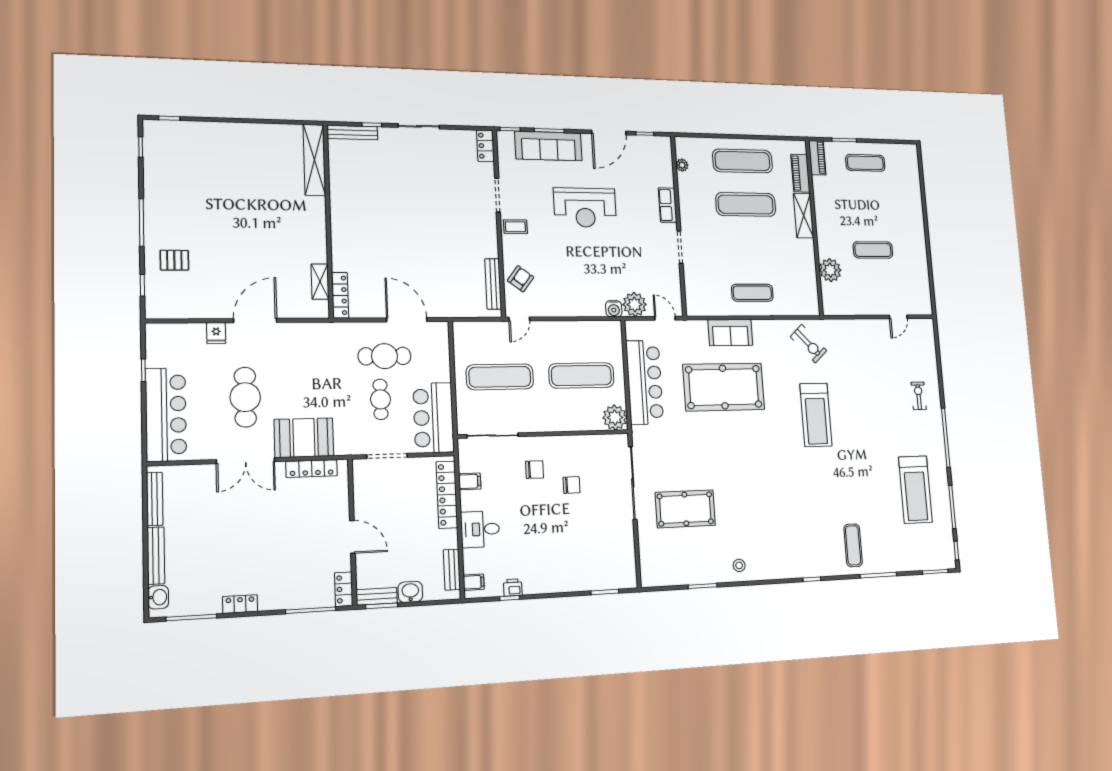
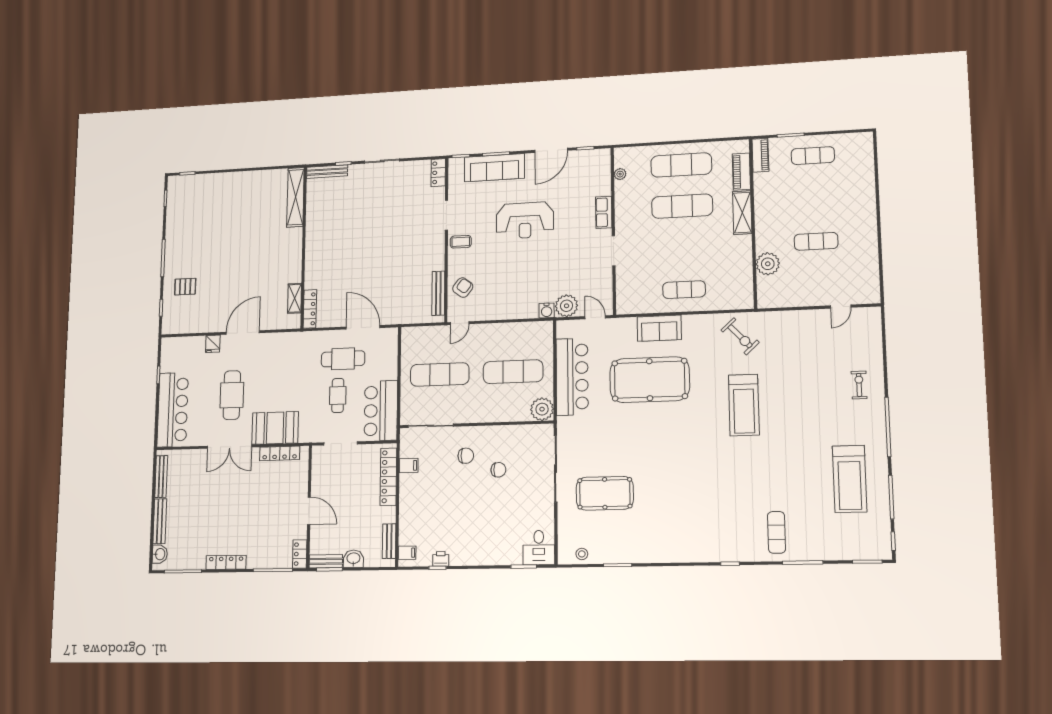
desk: (480, 529) -> (539, 548), moved, turned -90
stool: (739, 565) -> (582, 554), moved
locker: (240, 604) -> (226, 562), width x1.53

